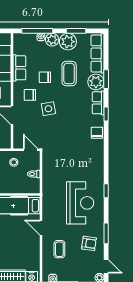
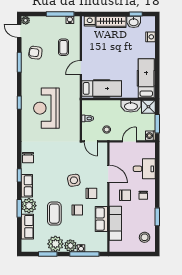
row of seats: (97, 53) -> (27, 227), width x0.68
reception desk: (80, 203) -> (46, 108), moved
door: (41, 228) -> (81, 68), swing flipped

